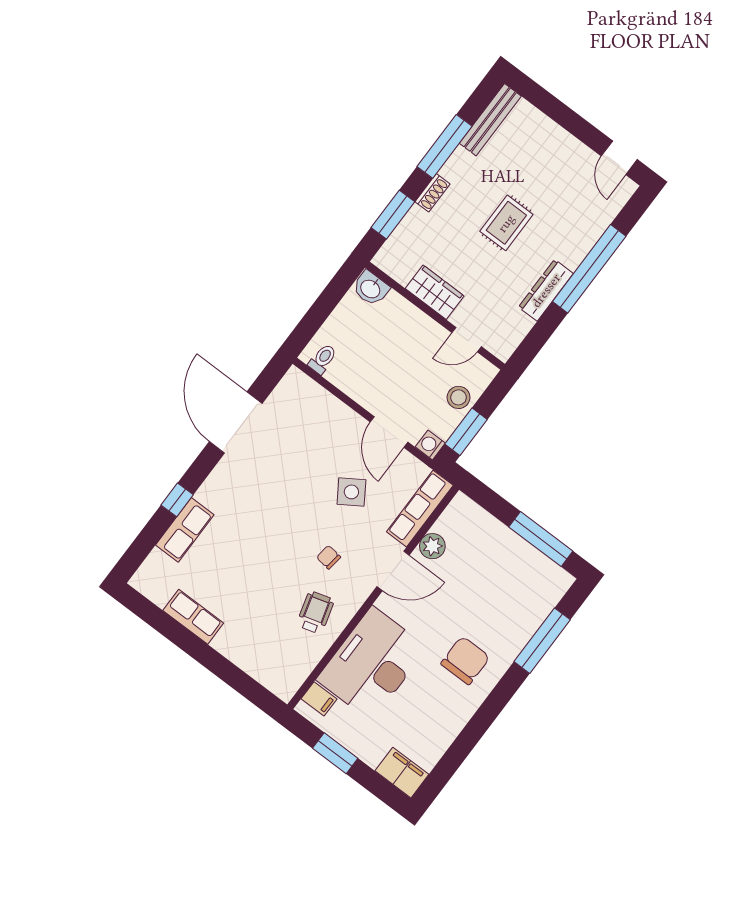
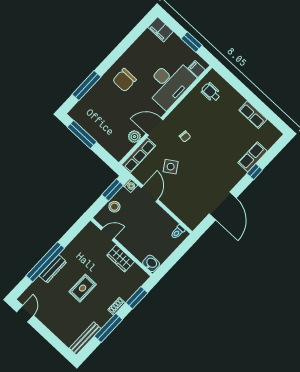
dresser: (546, 290) -> (53, 269), moved
wheelchair: (315, 612) -> (211, 92), moved, turned 106

